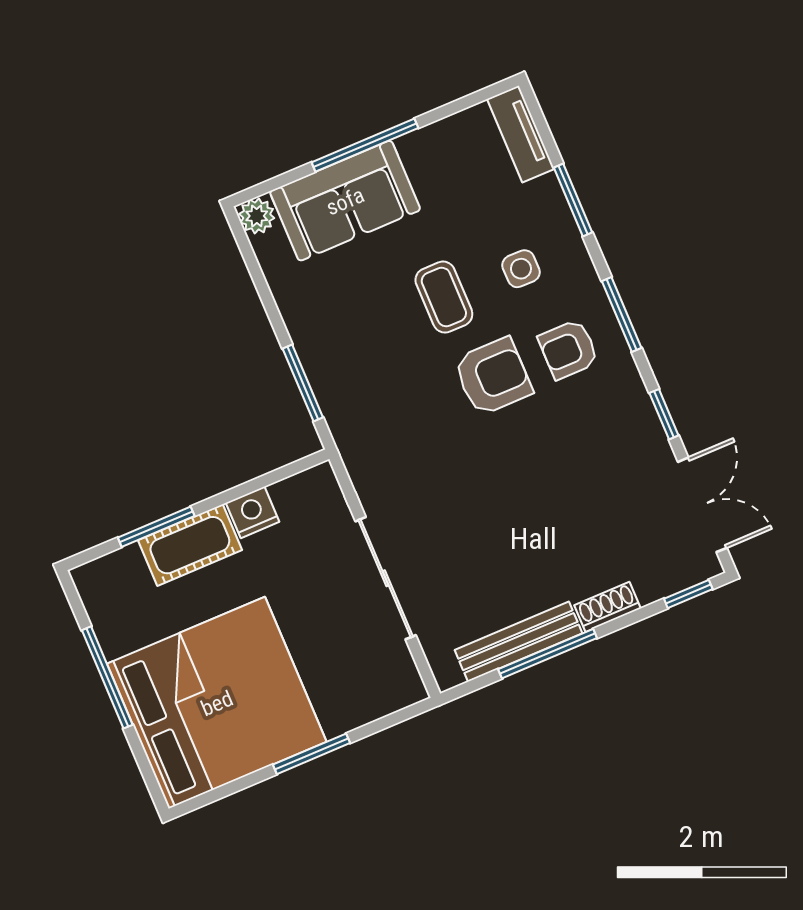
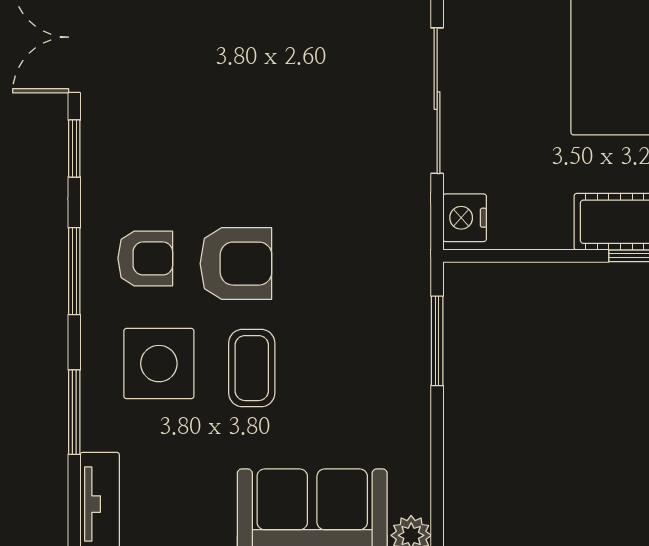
side table: (521, 269) -> (159, 364), width x1.87, depth x1.87
armchair: (493, 376) -> (236, 264), turned 180
nightstand: (253, 512) -> (465, 218), moved, turned 90

